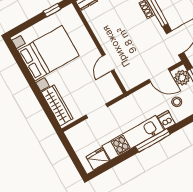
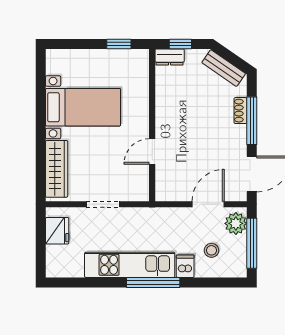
bed with nightstands: (48, 53) -> (83, 107), width x0.73
door: (159, 75) -> (208, 204), swing flipped
fridge: (98, 159) -> (57, 231), moved, turned 90

